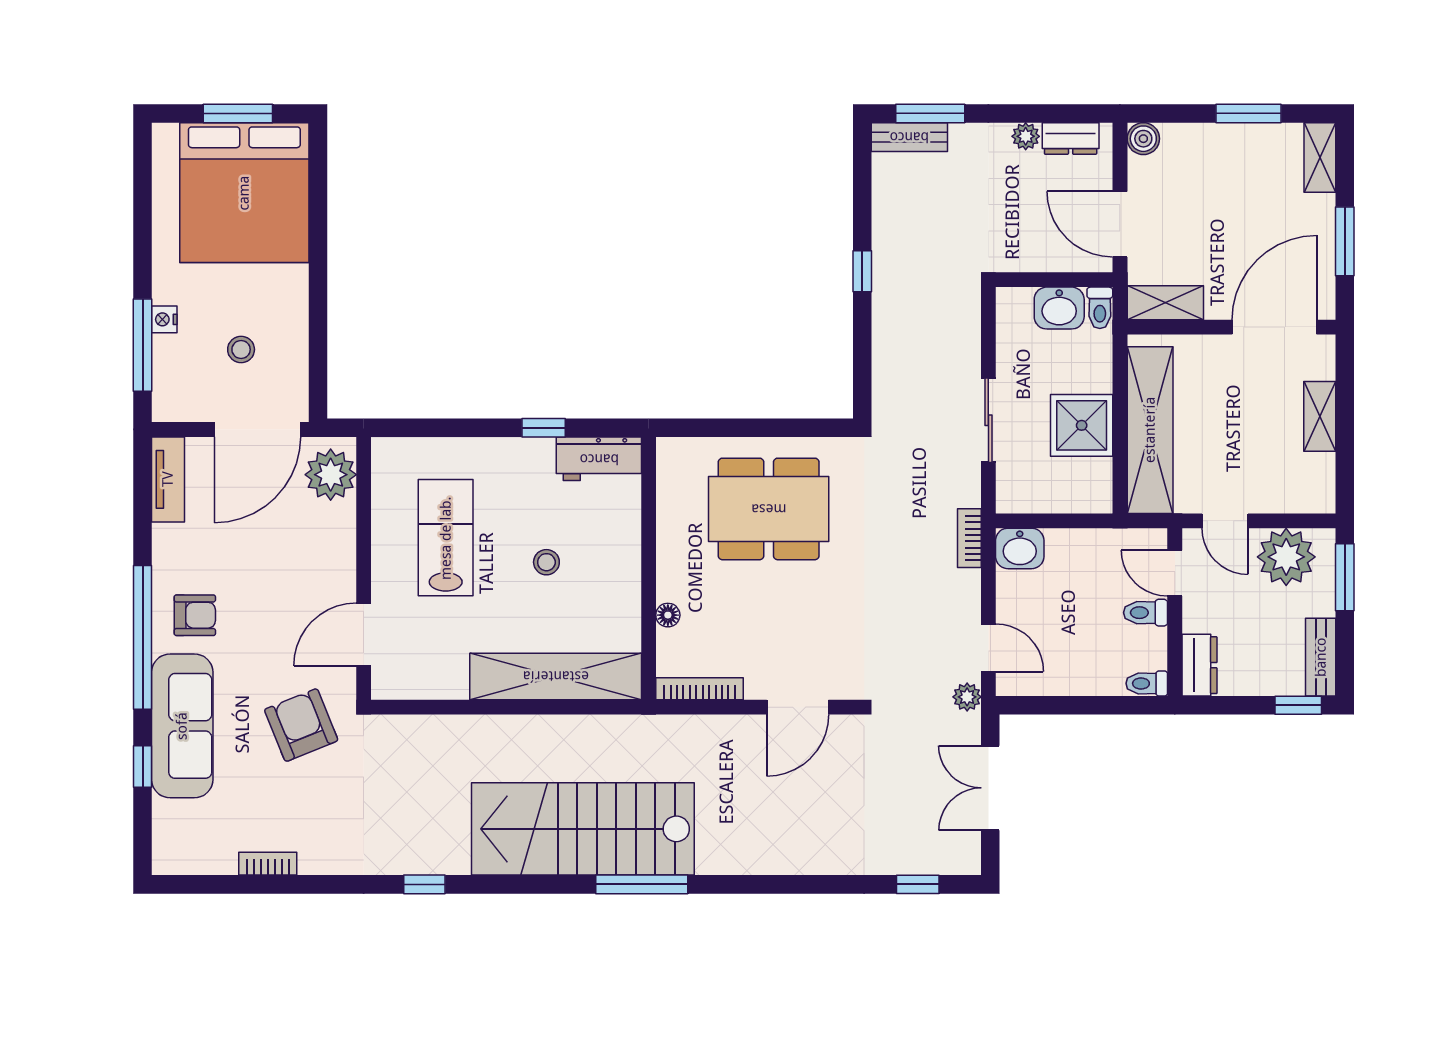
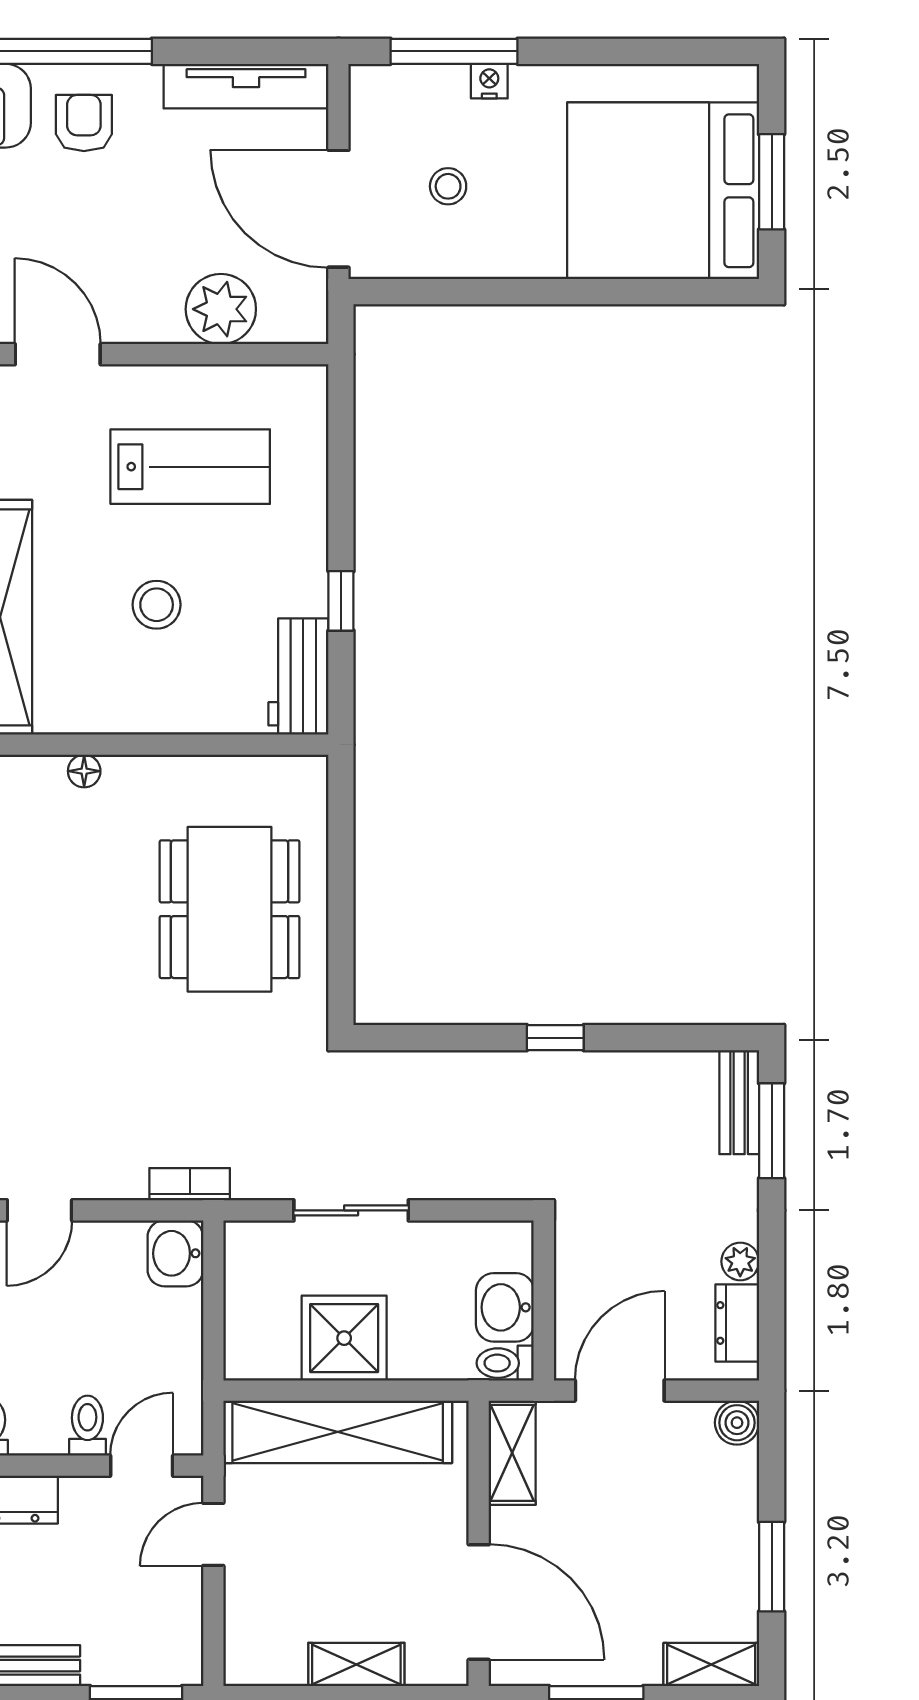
plant: (331, 475) -> (221, 309), moved
tv unit: (168, 479) -> (246, 86), width x1.41
plant: (1286, 557) -> (164, 1618), removed
stool: (546, 562) -> (157, 605), width x1.37, depth x1.37
armchair: (195, 615) -> (84, 123), turned 180

